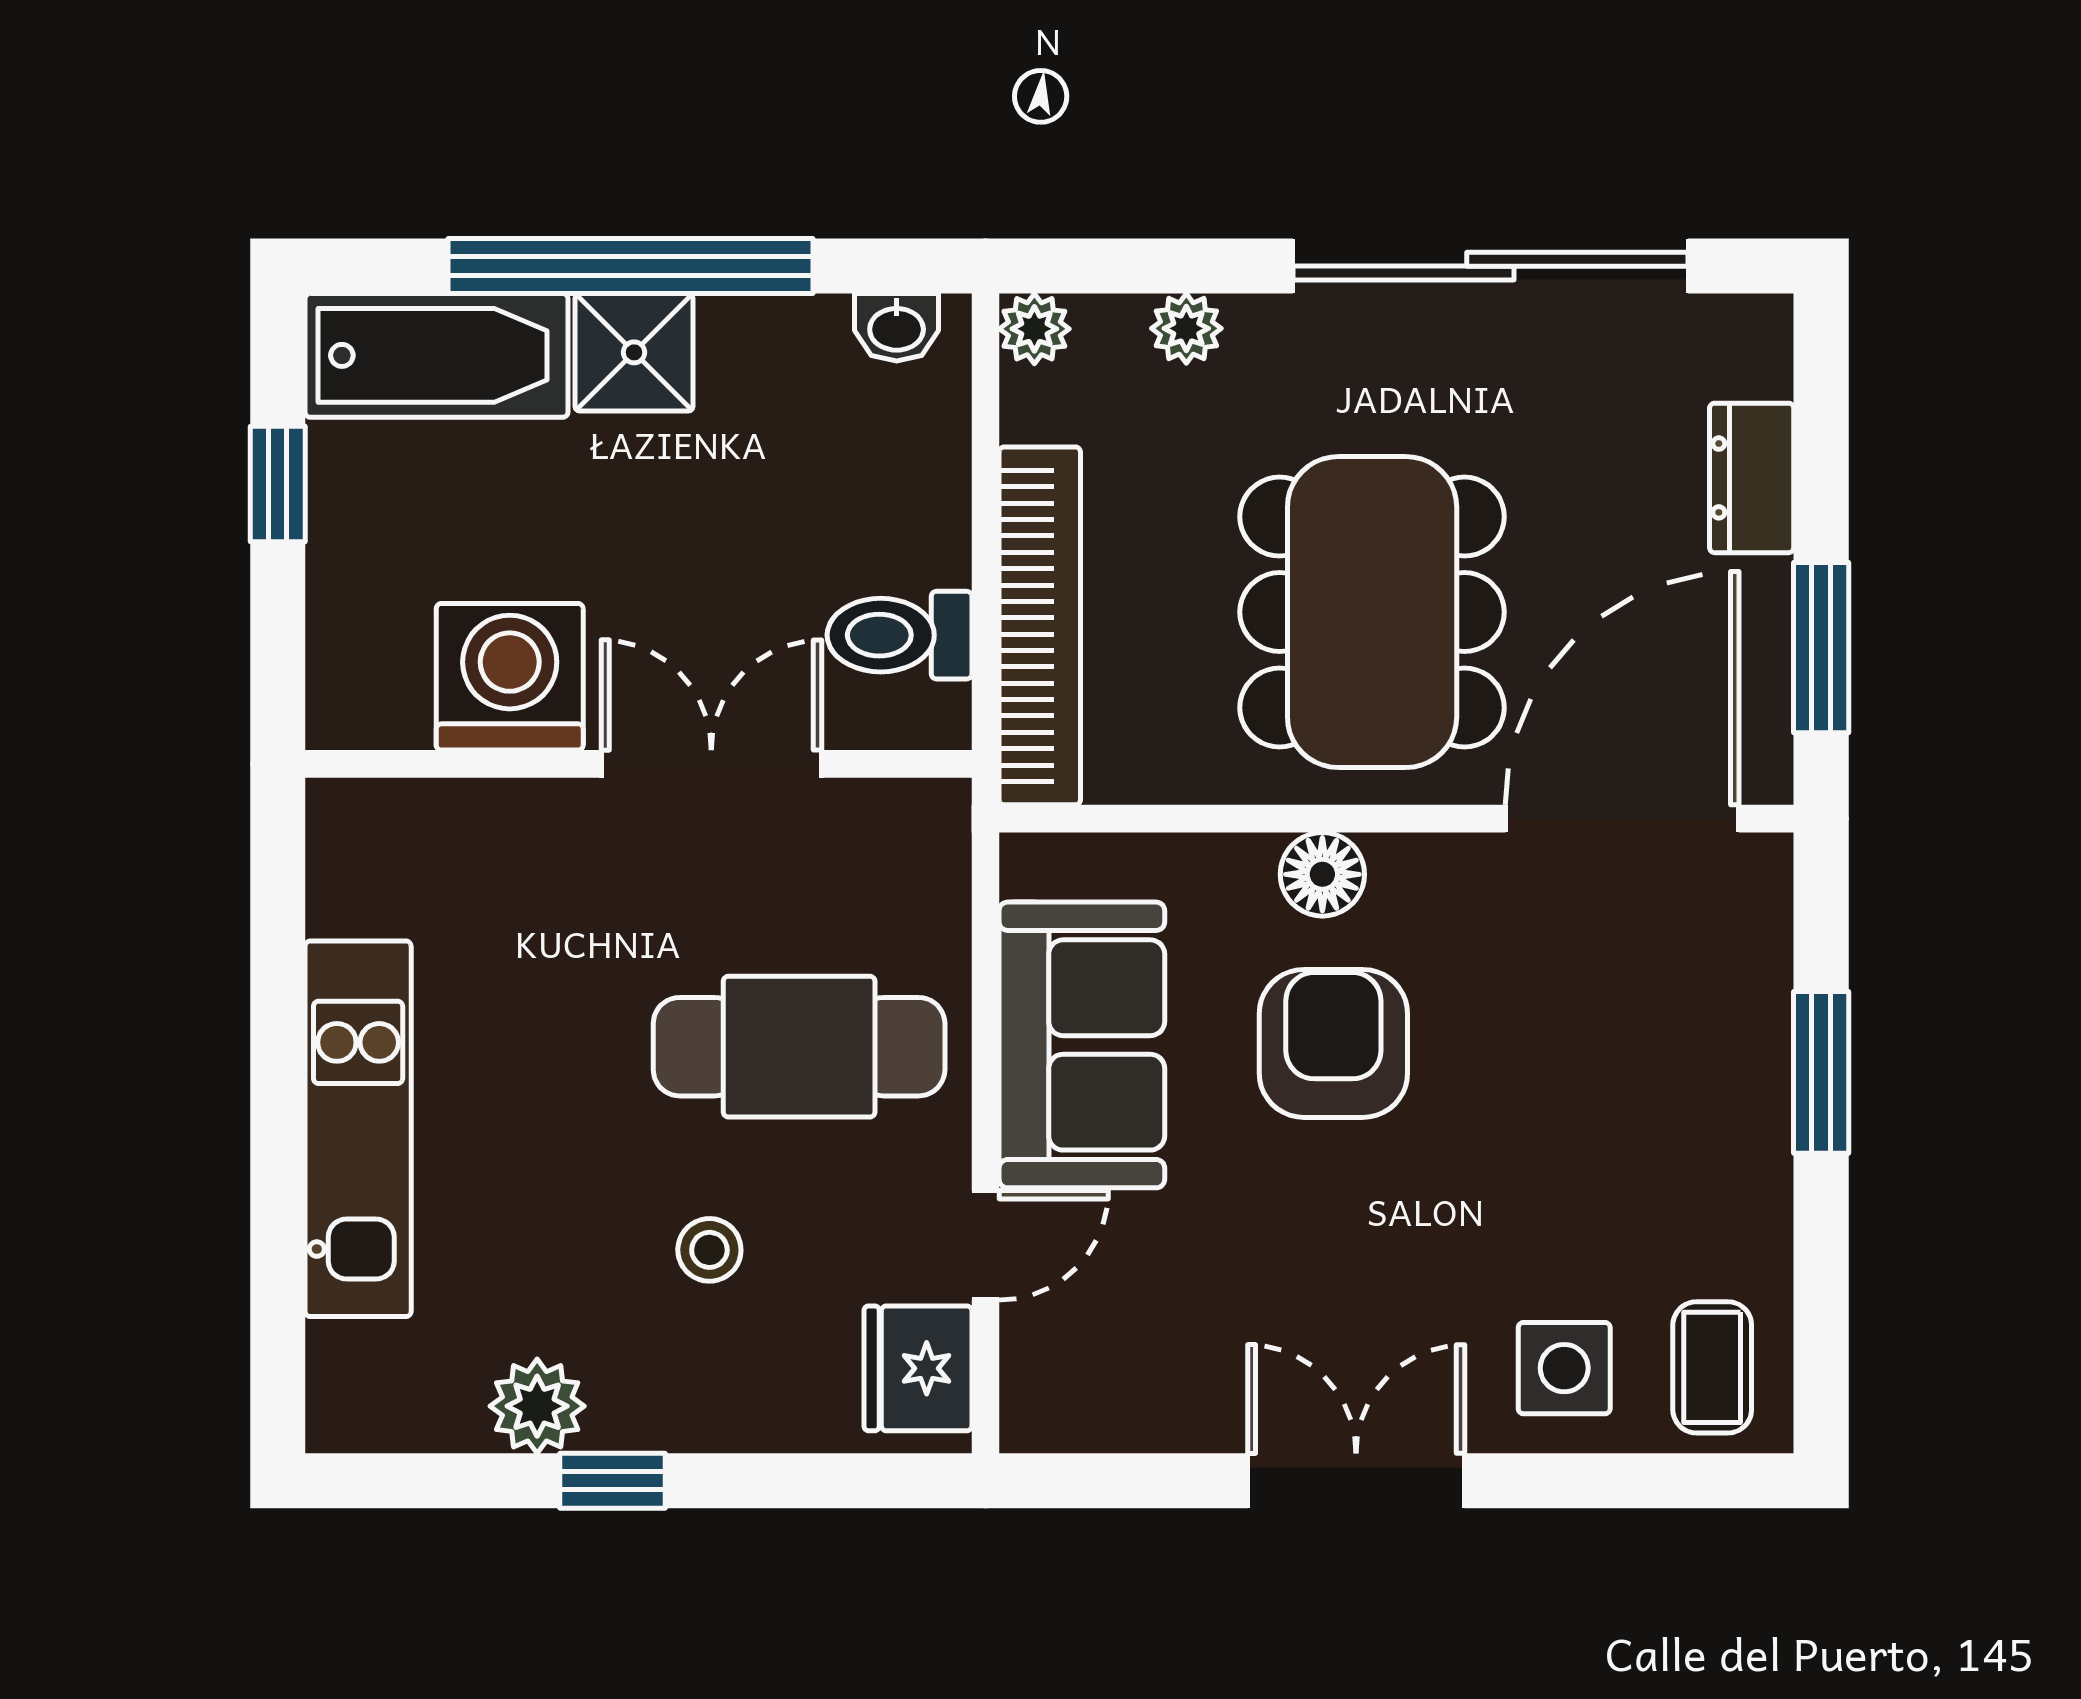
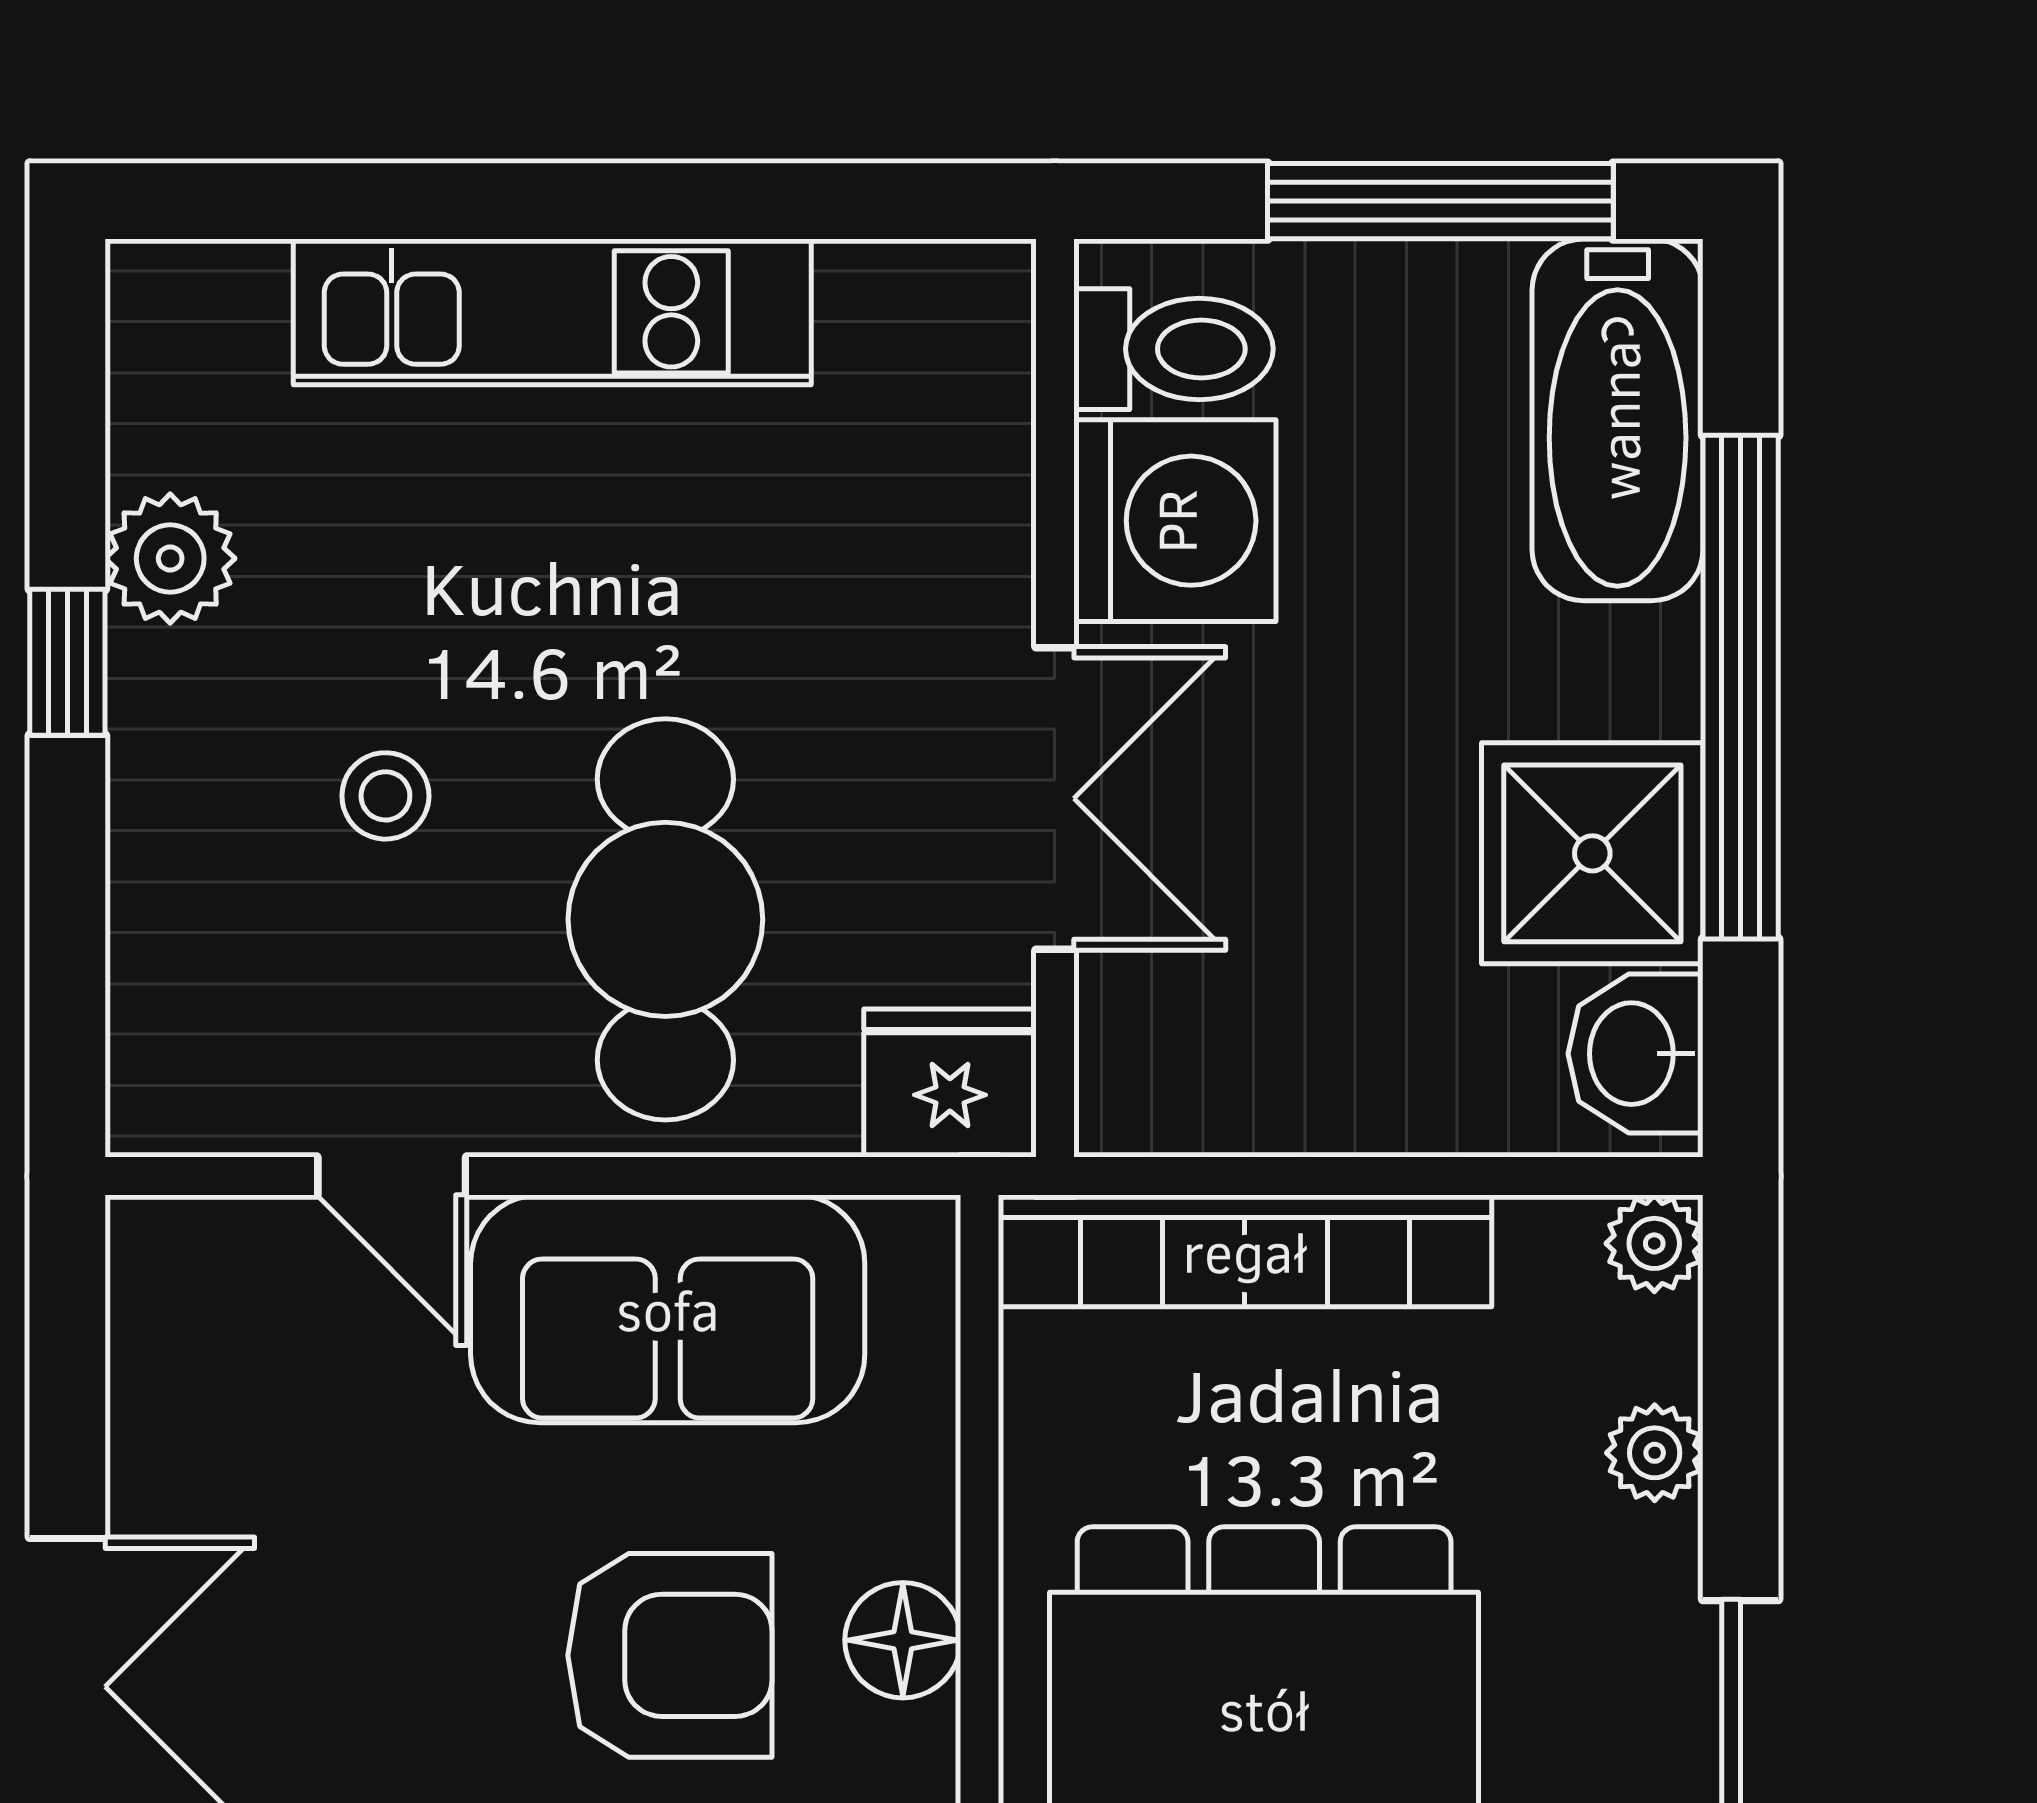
washbasin: (897, 327) -> (1635, 1054), width x1.38, depth x1.45
shower: (634, 352) -> (1592, 853), moved, width x1.36, depth x1.36
window: (278, 484) -> (1440, 201), width x2.17
toilet: (899, 635) -> (1173, 349), moved, turned 90
fridge: (918, 1368) -> (950, 1083), moved

